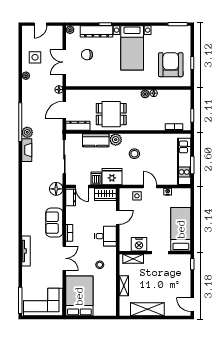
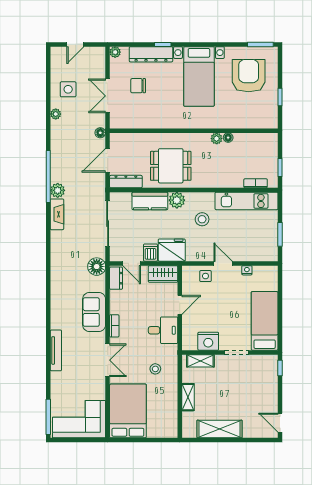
armchair: (171, 65) -> (249, 76), moved
kitchen unit: (184, 161) -> (246, 201), moved, turned -90

